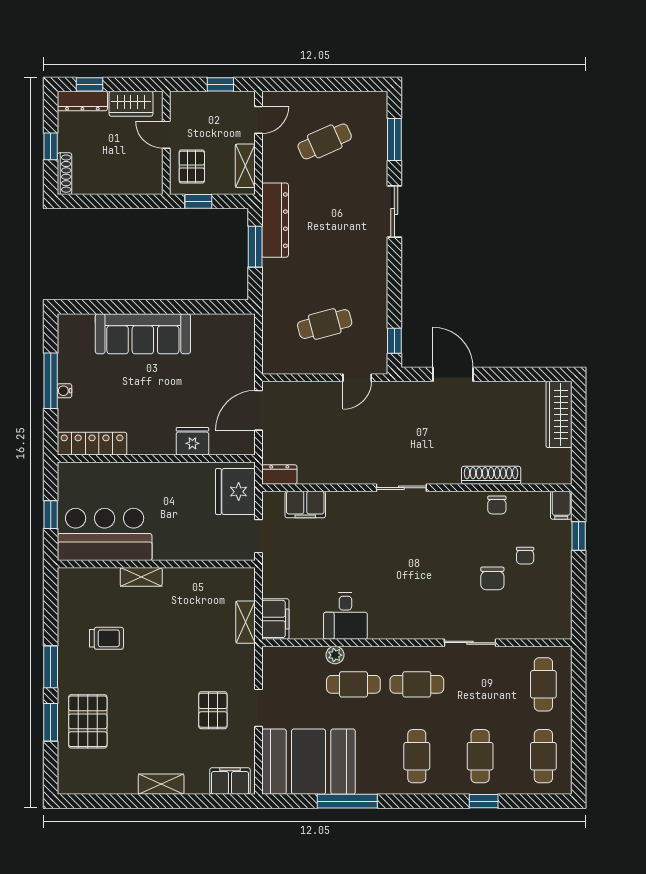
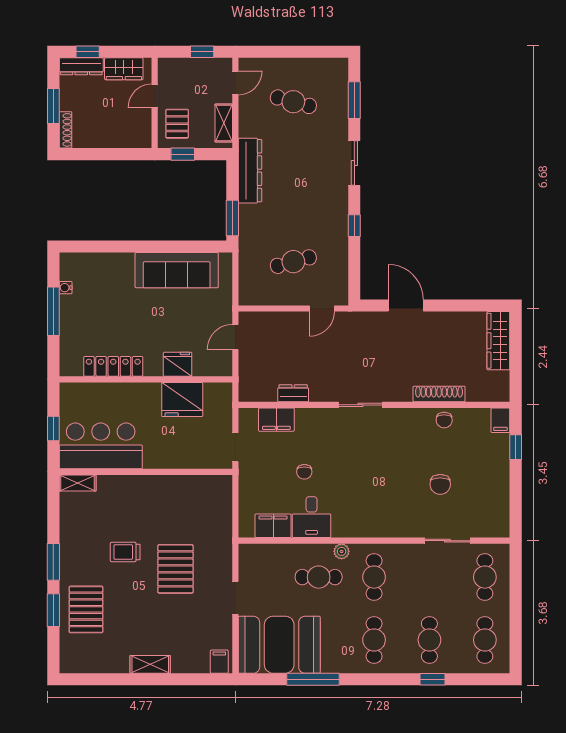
door: (166, 135) -> (155, 96), hinge flipped
cafe table: (325, 141) -> (293, 102), turned 39
window: (51, 146) -> (53, 106), width x1.50
window: (255, 247) -> (232, 218), moved
sofa: (143, 334) -> (177, 270), moved
window: (394, 341) -> (354, 226), moved
water cooler: (64, 391) -> (66, 288), moved
door: (258, 410) -> (235, 337), width x0.73
locker: (92, 444) -> (113, 366), moved
dresser: (279, 474) -> (293, 393), moved
fridge: (235, 492) -> (182, 400), moved, turned -90
chair: (525, 556) -> (304, 472), moved
shelving: (141, 577) -> (78, 483), moved
filing cabinet: (275, 619) -> (273, 526), moved, turned -90
shelving: (245, 622) -> (224, 523), removed
trolley: (106, 638) -> (125, 552), moved, turned 180
sliding door: (470, 643) -> (447, 541), moved
plant: (335, 655) -> (342, 551), moved
cafe table: (417, 684) -> (374, 577), turned 90
pallet: (213, 710) -> (175, 569), moved, width x1.50, depth x1.42
filing cabinet: (230, 781) -> (219, 662), width x0.50

